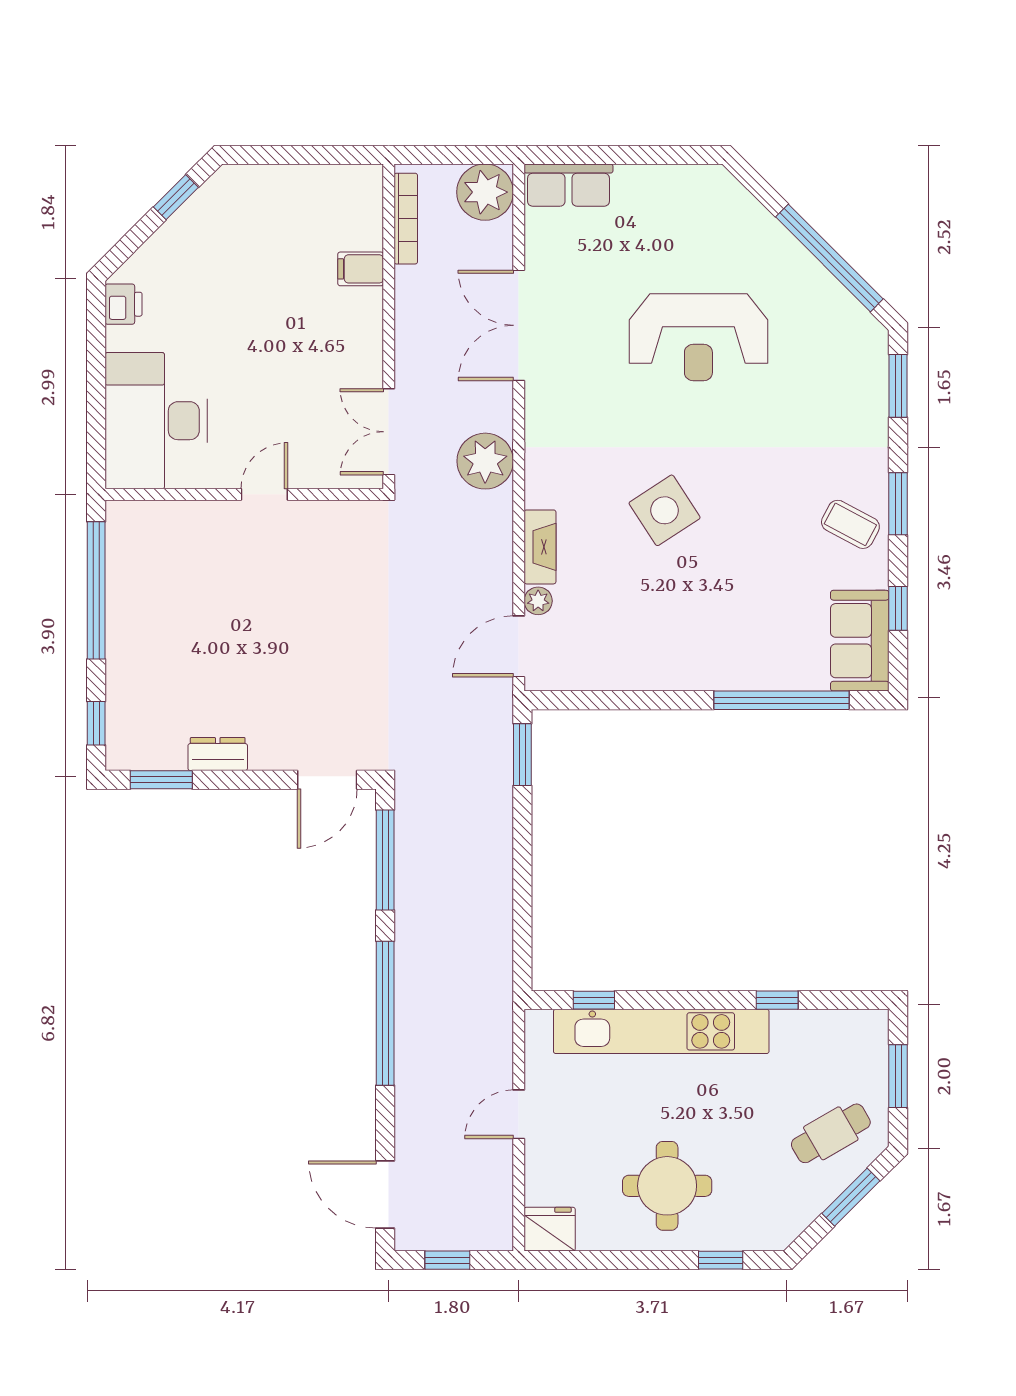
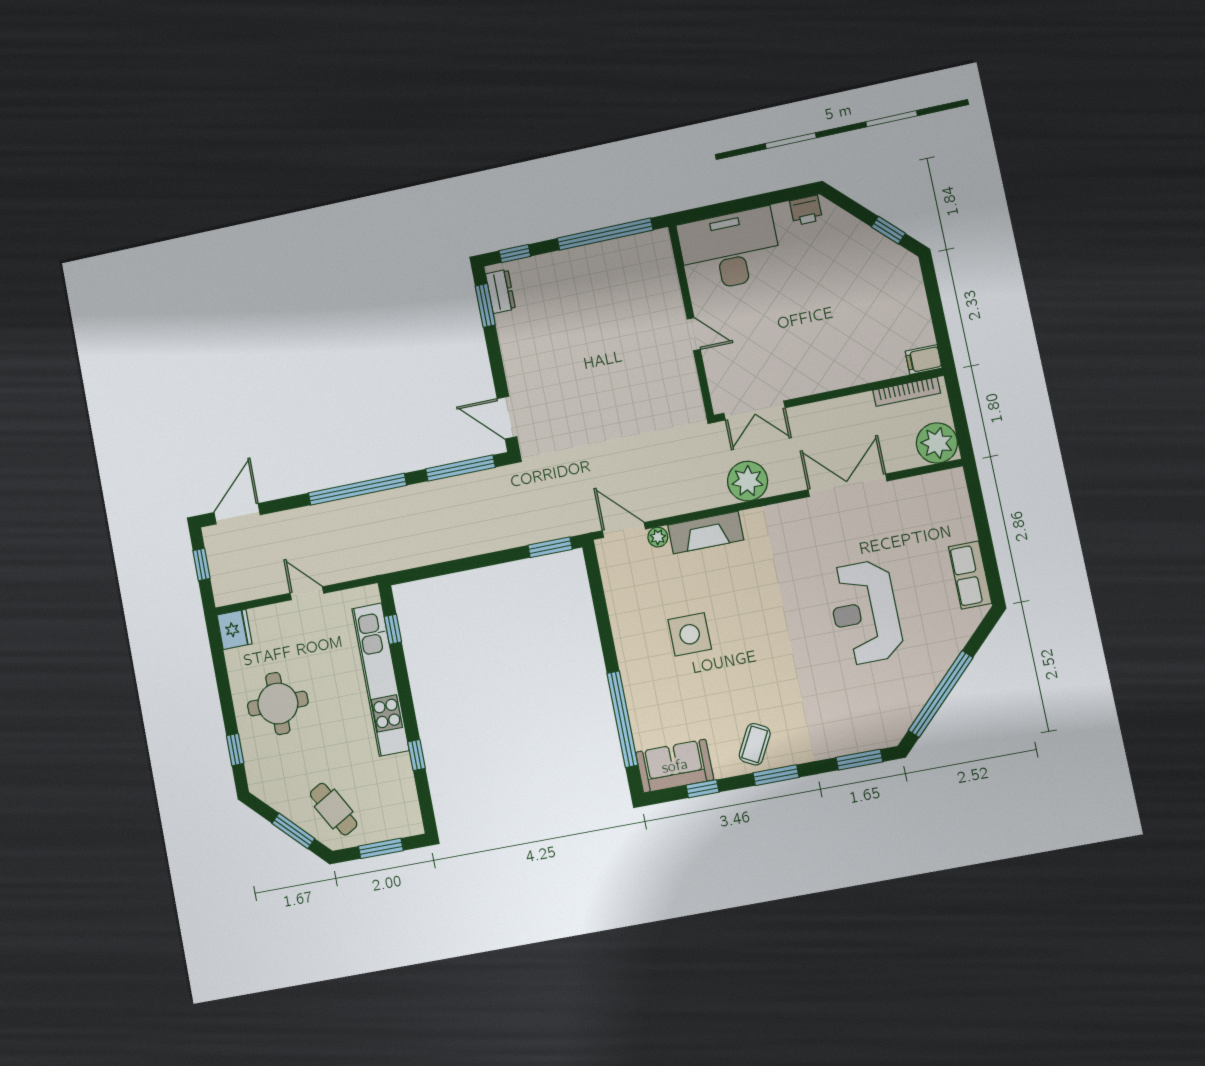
row of seats: (568, 185) -> (970, 575), moved
filing cabinet: (361, 269) -> (924, 360), moved, turned -90
double door: (389, 432) -> (754, 410), swing flipped
side table: (665, 510) -> (690, 634), moved, turned 33
fireplace: (540, 547) -> (706, 533), width x1.37, depth x1.32
dresser: (218, 754) -> (501, 291), moved

